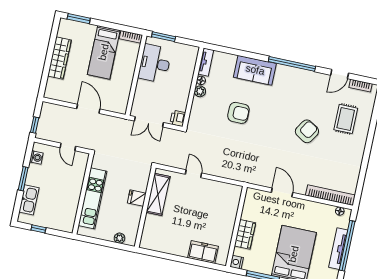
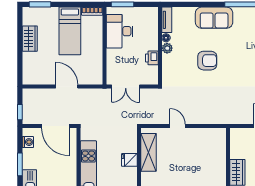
wardrobe: (59, 58) -> (30, 39), width x0.67
printer: (178, 118) -> (152, 58), moved
door: (68, 147) -> (55, 126), width x1.88

